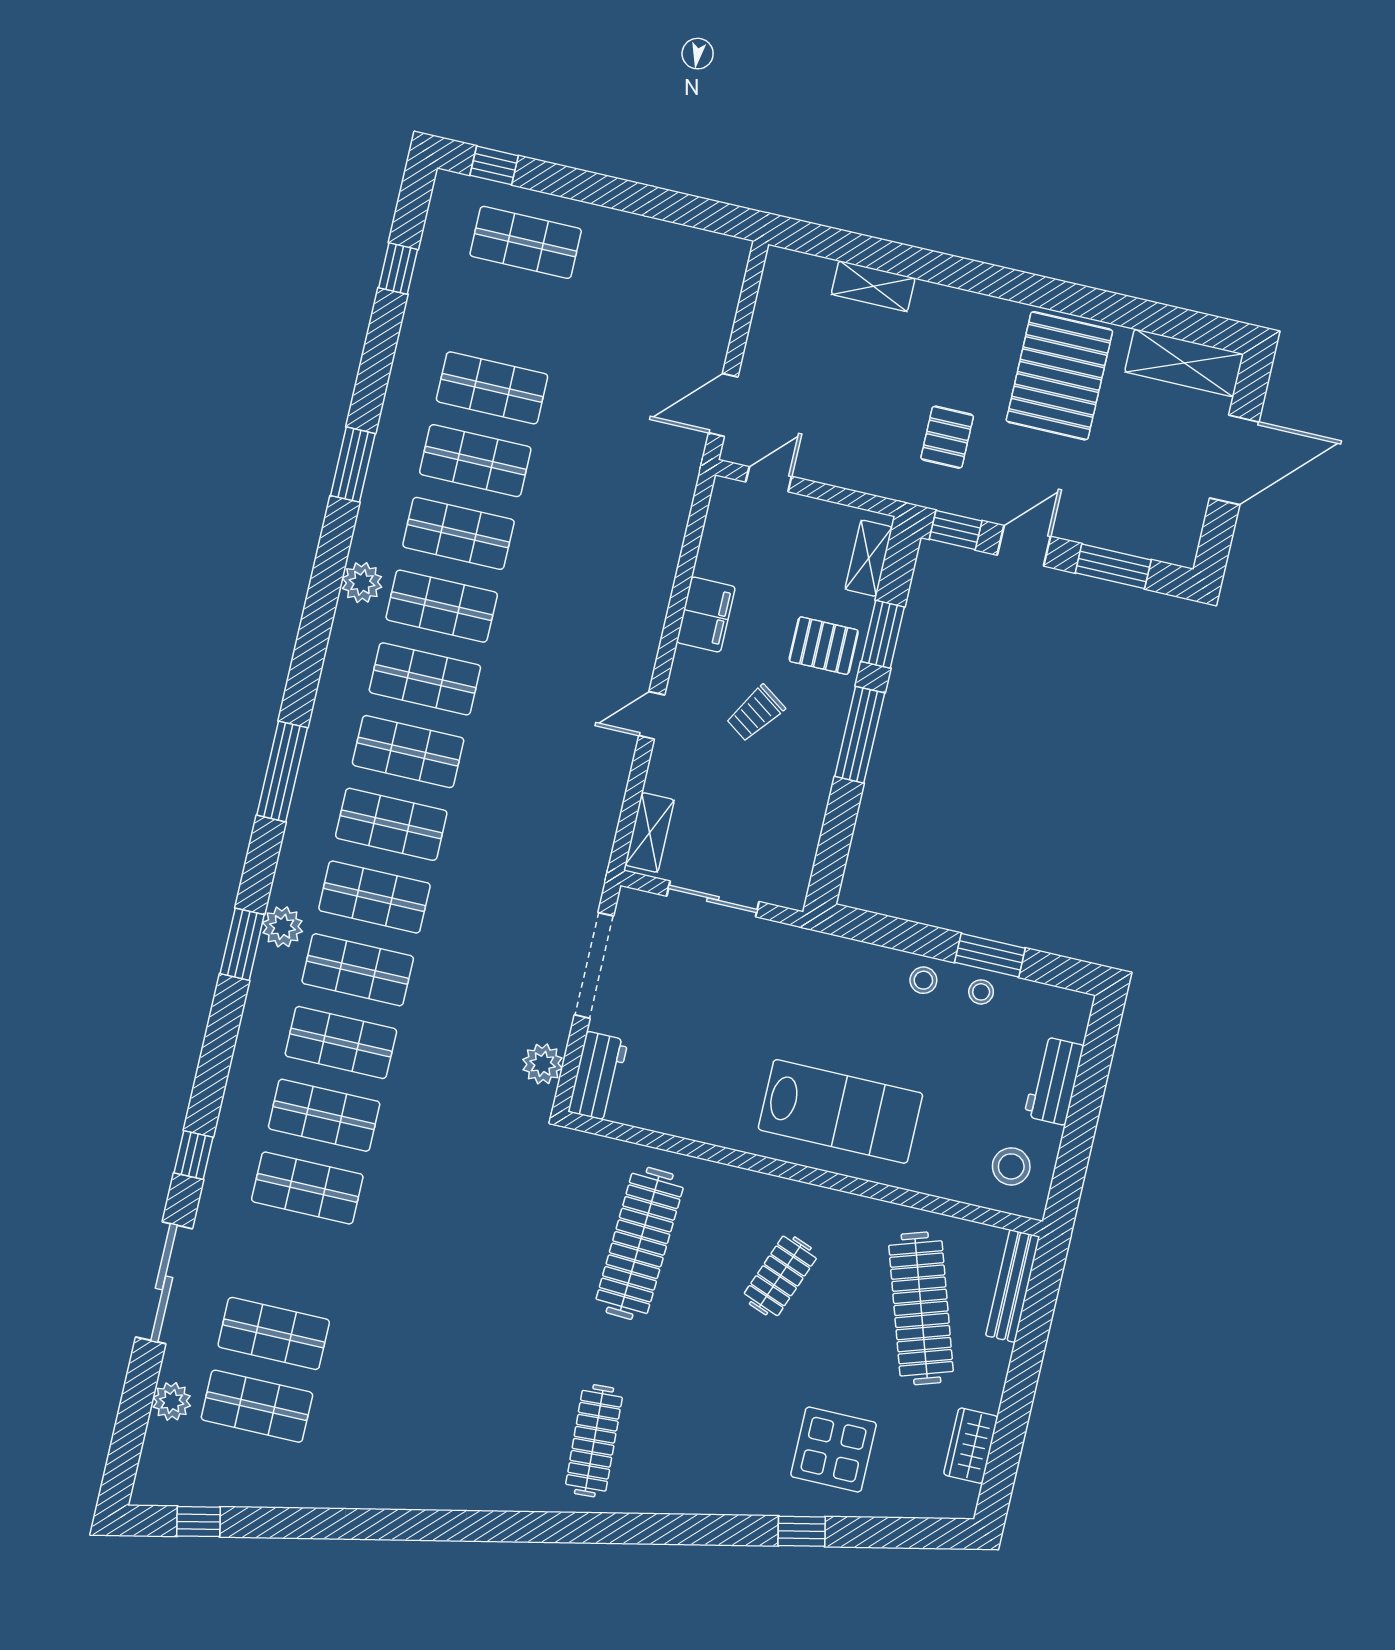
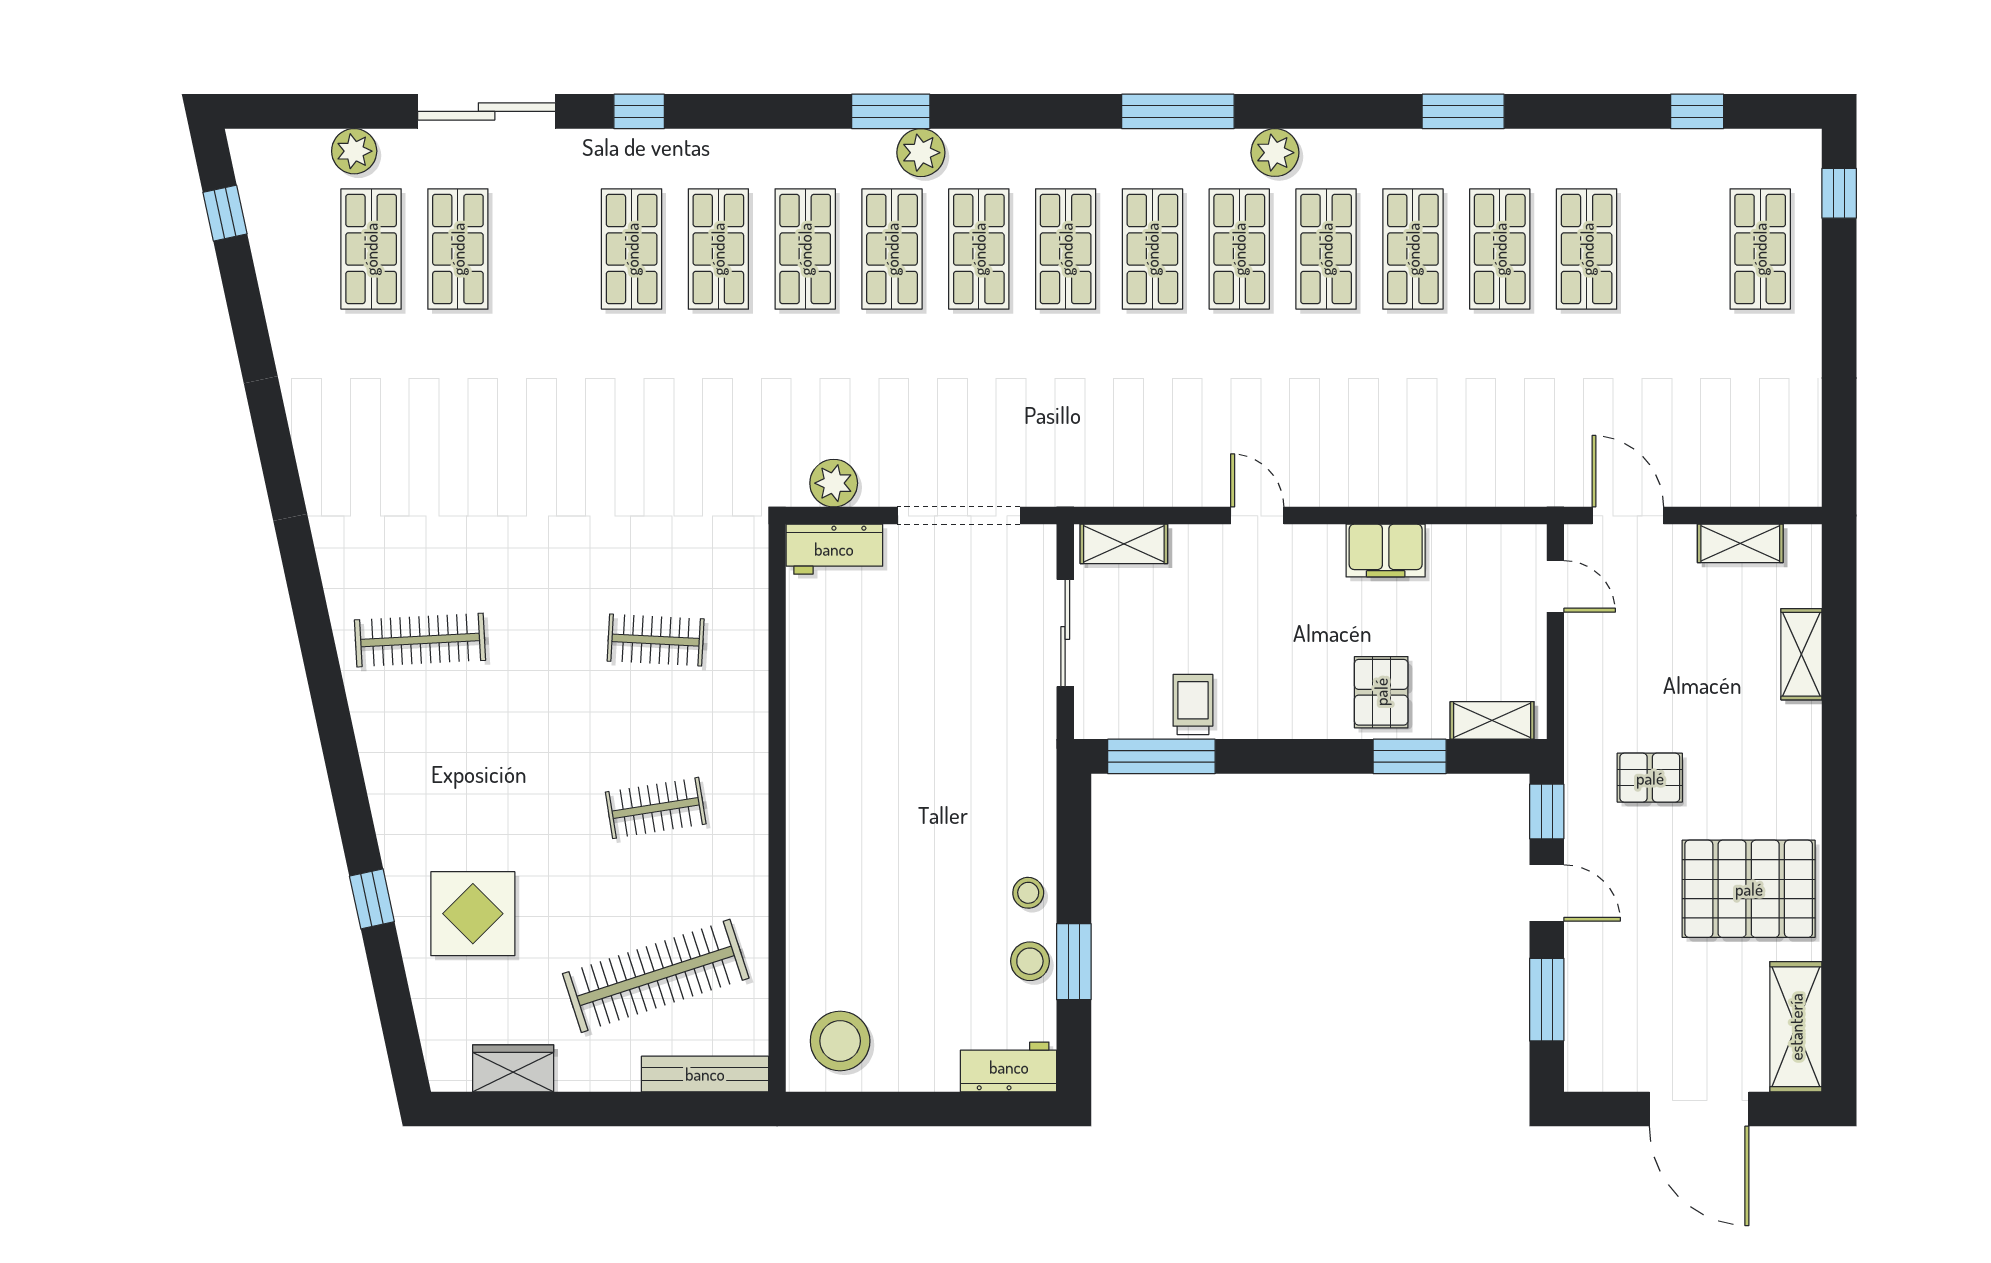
shelving: (768, 316) -> (1740, 543), added
plant: (362, 583) -> (1275, 153), moved
trolley: (755, 713) -> (1193, 705), moved, turned 55
window: (860, 735) -> (1161, 756), moved
window: (282, 771) -> (1178, 111), moved
stool: (981, 992) -> (1030, 961), width x1.37, depth x1.37
workbench: (1054, 1081) -> (1009, 1067), moved
lab bench: (840, 1111) -> (858, 833), removed
stool: (1011, 1166) -> (840, 1041), width x1.38, depth x1.38
clothes rail: (640, 1243) -> (656, 640), width x0.54, depth x0.76
clothes rail: (780, 1276) -> (656, 808), turned -30

